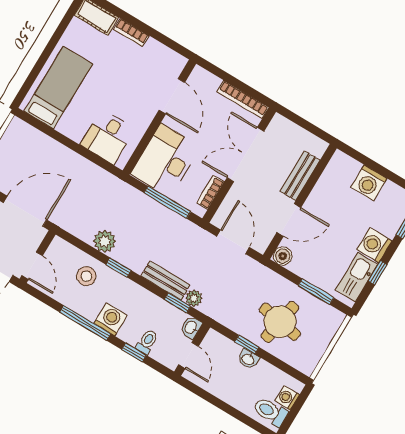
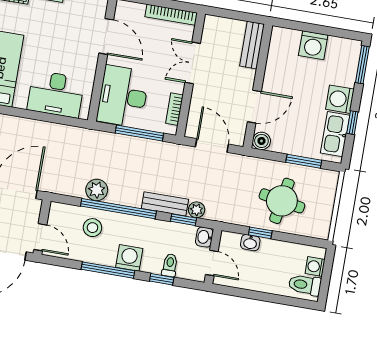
desk: (108, 137) -> (56, 94), width x1.37
double door: (245, 155) -> (193, 63), width x0.73
bench: (300, 176) -> (252, 45), moved
window: (119, 268) -> (118, 209), width x3.17
washbasin: (248, 359) -> (250, 243), moved

